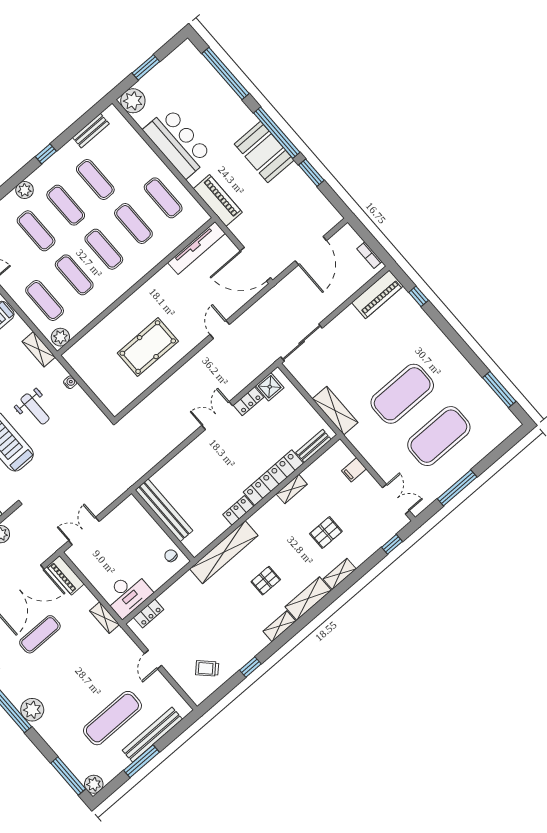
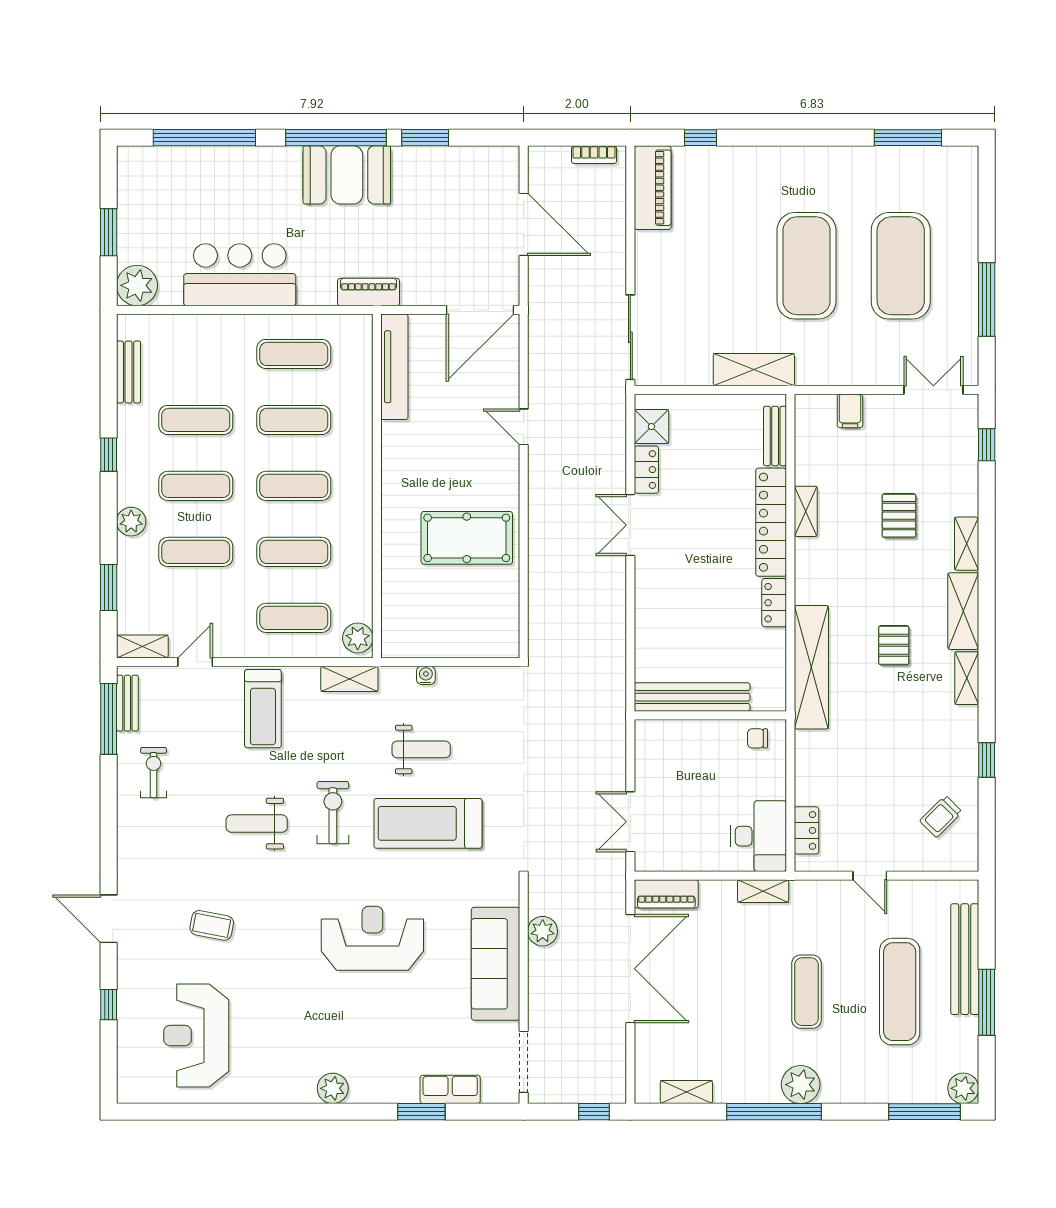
piano: (218, 200) -> (369, 292), width x0.73, depth x0.75
pool table: (148, 347) -> (467, 538), turned 90
exercise mat: (40, 634) -> (806, 992), moved

